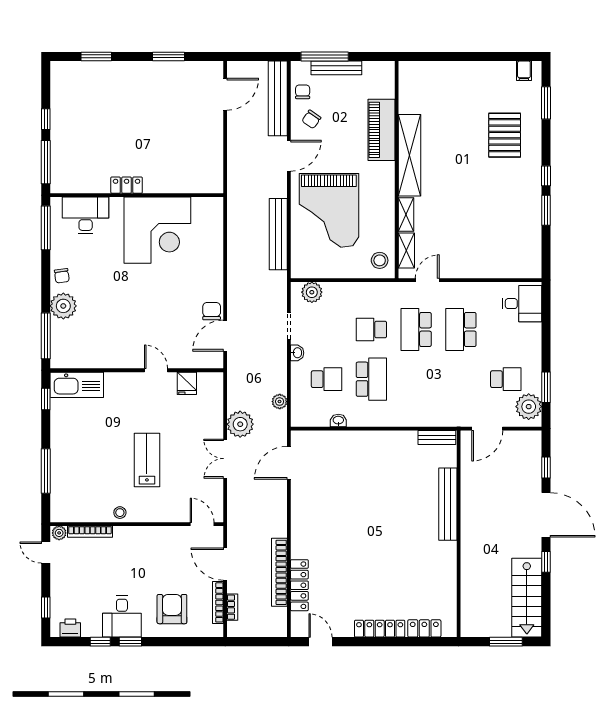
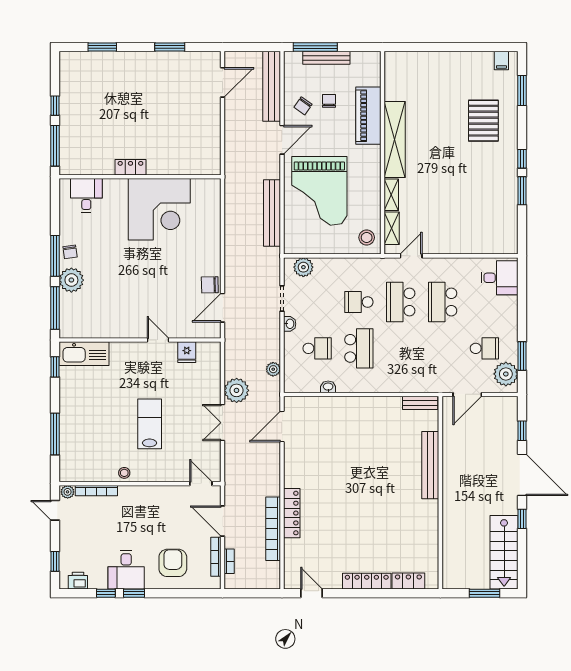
chair: (303, 92) -> (329, 101), moved
desk: (86, 215) -> (86, 195), width x0.73
window: (46, 228) -> (55, 256), moved
chair: (212, 311) -> (210, 285), turned -91
locker: (299, 585) -> (292, 513), moved

